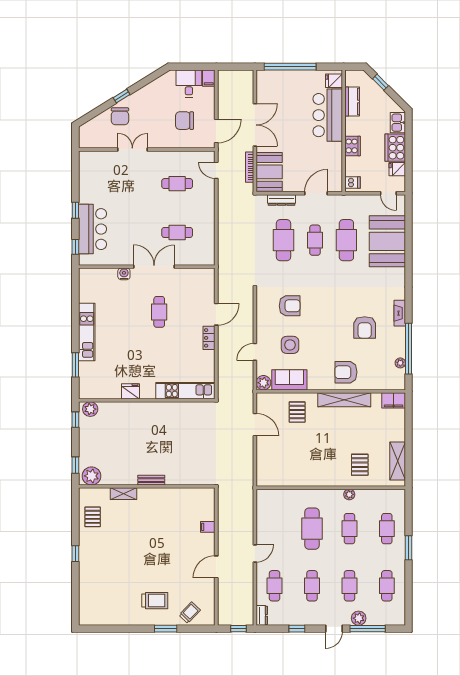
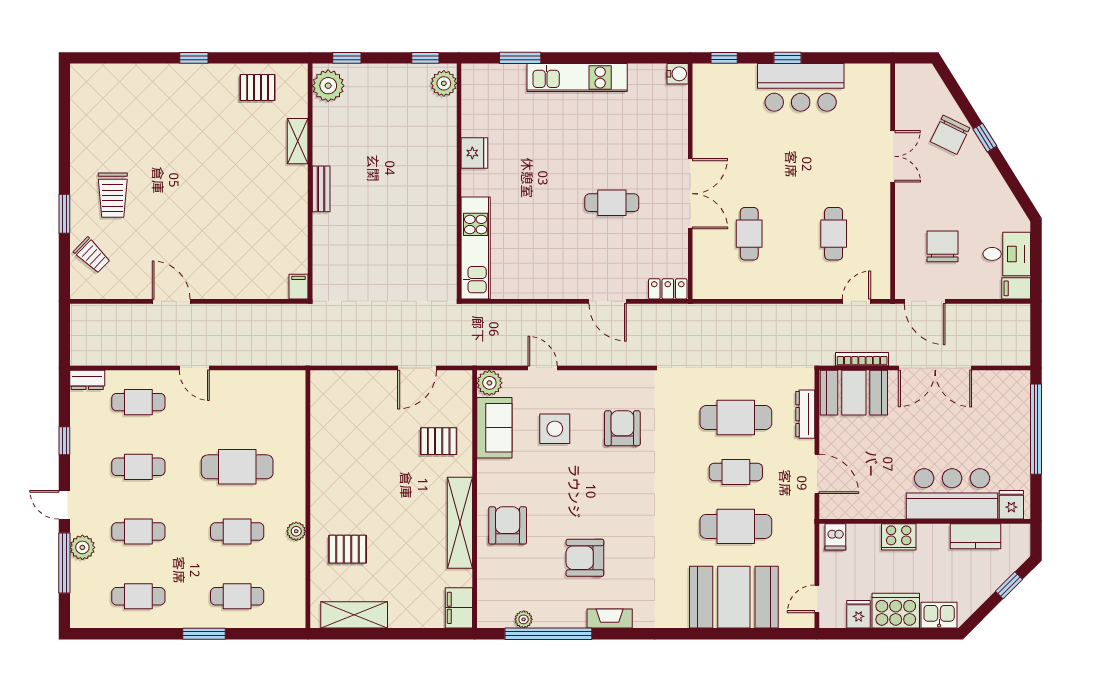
chair: (120, 116) -> (950, 135), turned -64
bar counter: (92, 229) -> (801, 87), moved
water cooler: (124, 274) -> (678, 74), moved
armchair: (290, 306) -> (622, 428), turned 180
locker: (209, 338) -> (668, 289), moved
filing cabinet: (208, 527) -> (298, 287), moved
window: (239, 629) -> (64, 340), removed

